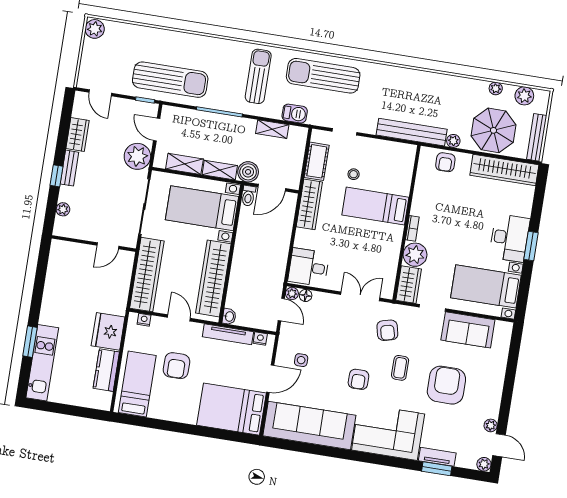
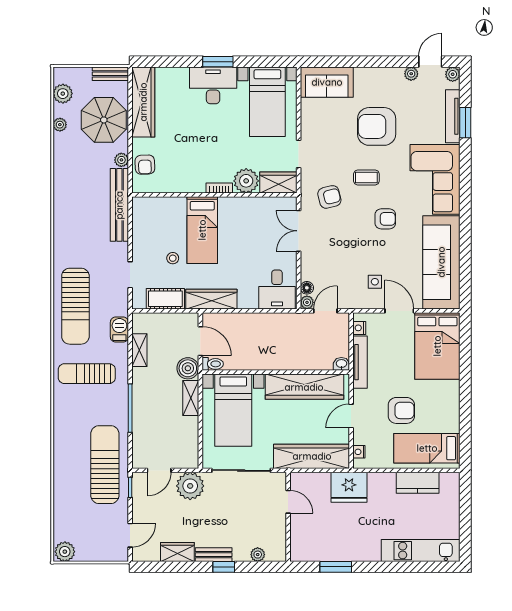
bench: (537, 137) -> (110, 74), width x0.73
armchair: (445, 162) -> (145, 165), turned 88
shelving: (184, 164) -> (190, 436), removed
sofa: (468, 330) -> (327, 82), moved, turned 90
fridge: (108, 331) -> (349, 487), moved
window: (30, 342) -> (336, 567), moved
tv unit: (437, 457) -> (453, 116), width x1.41

